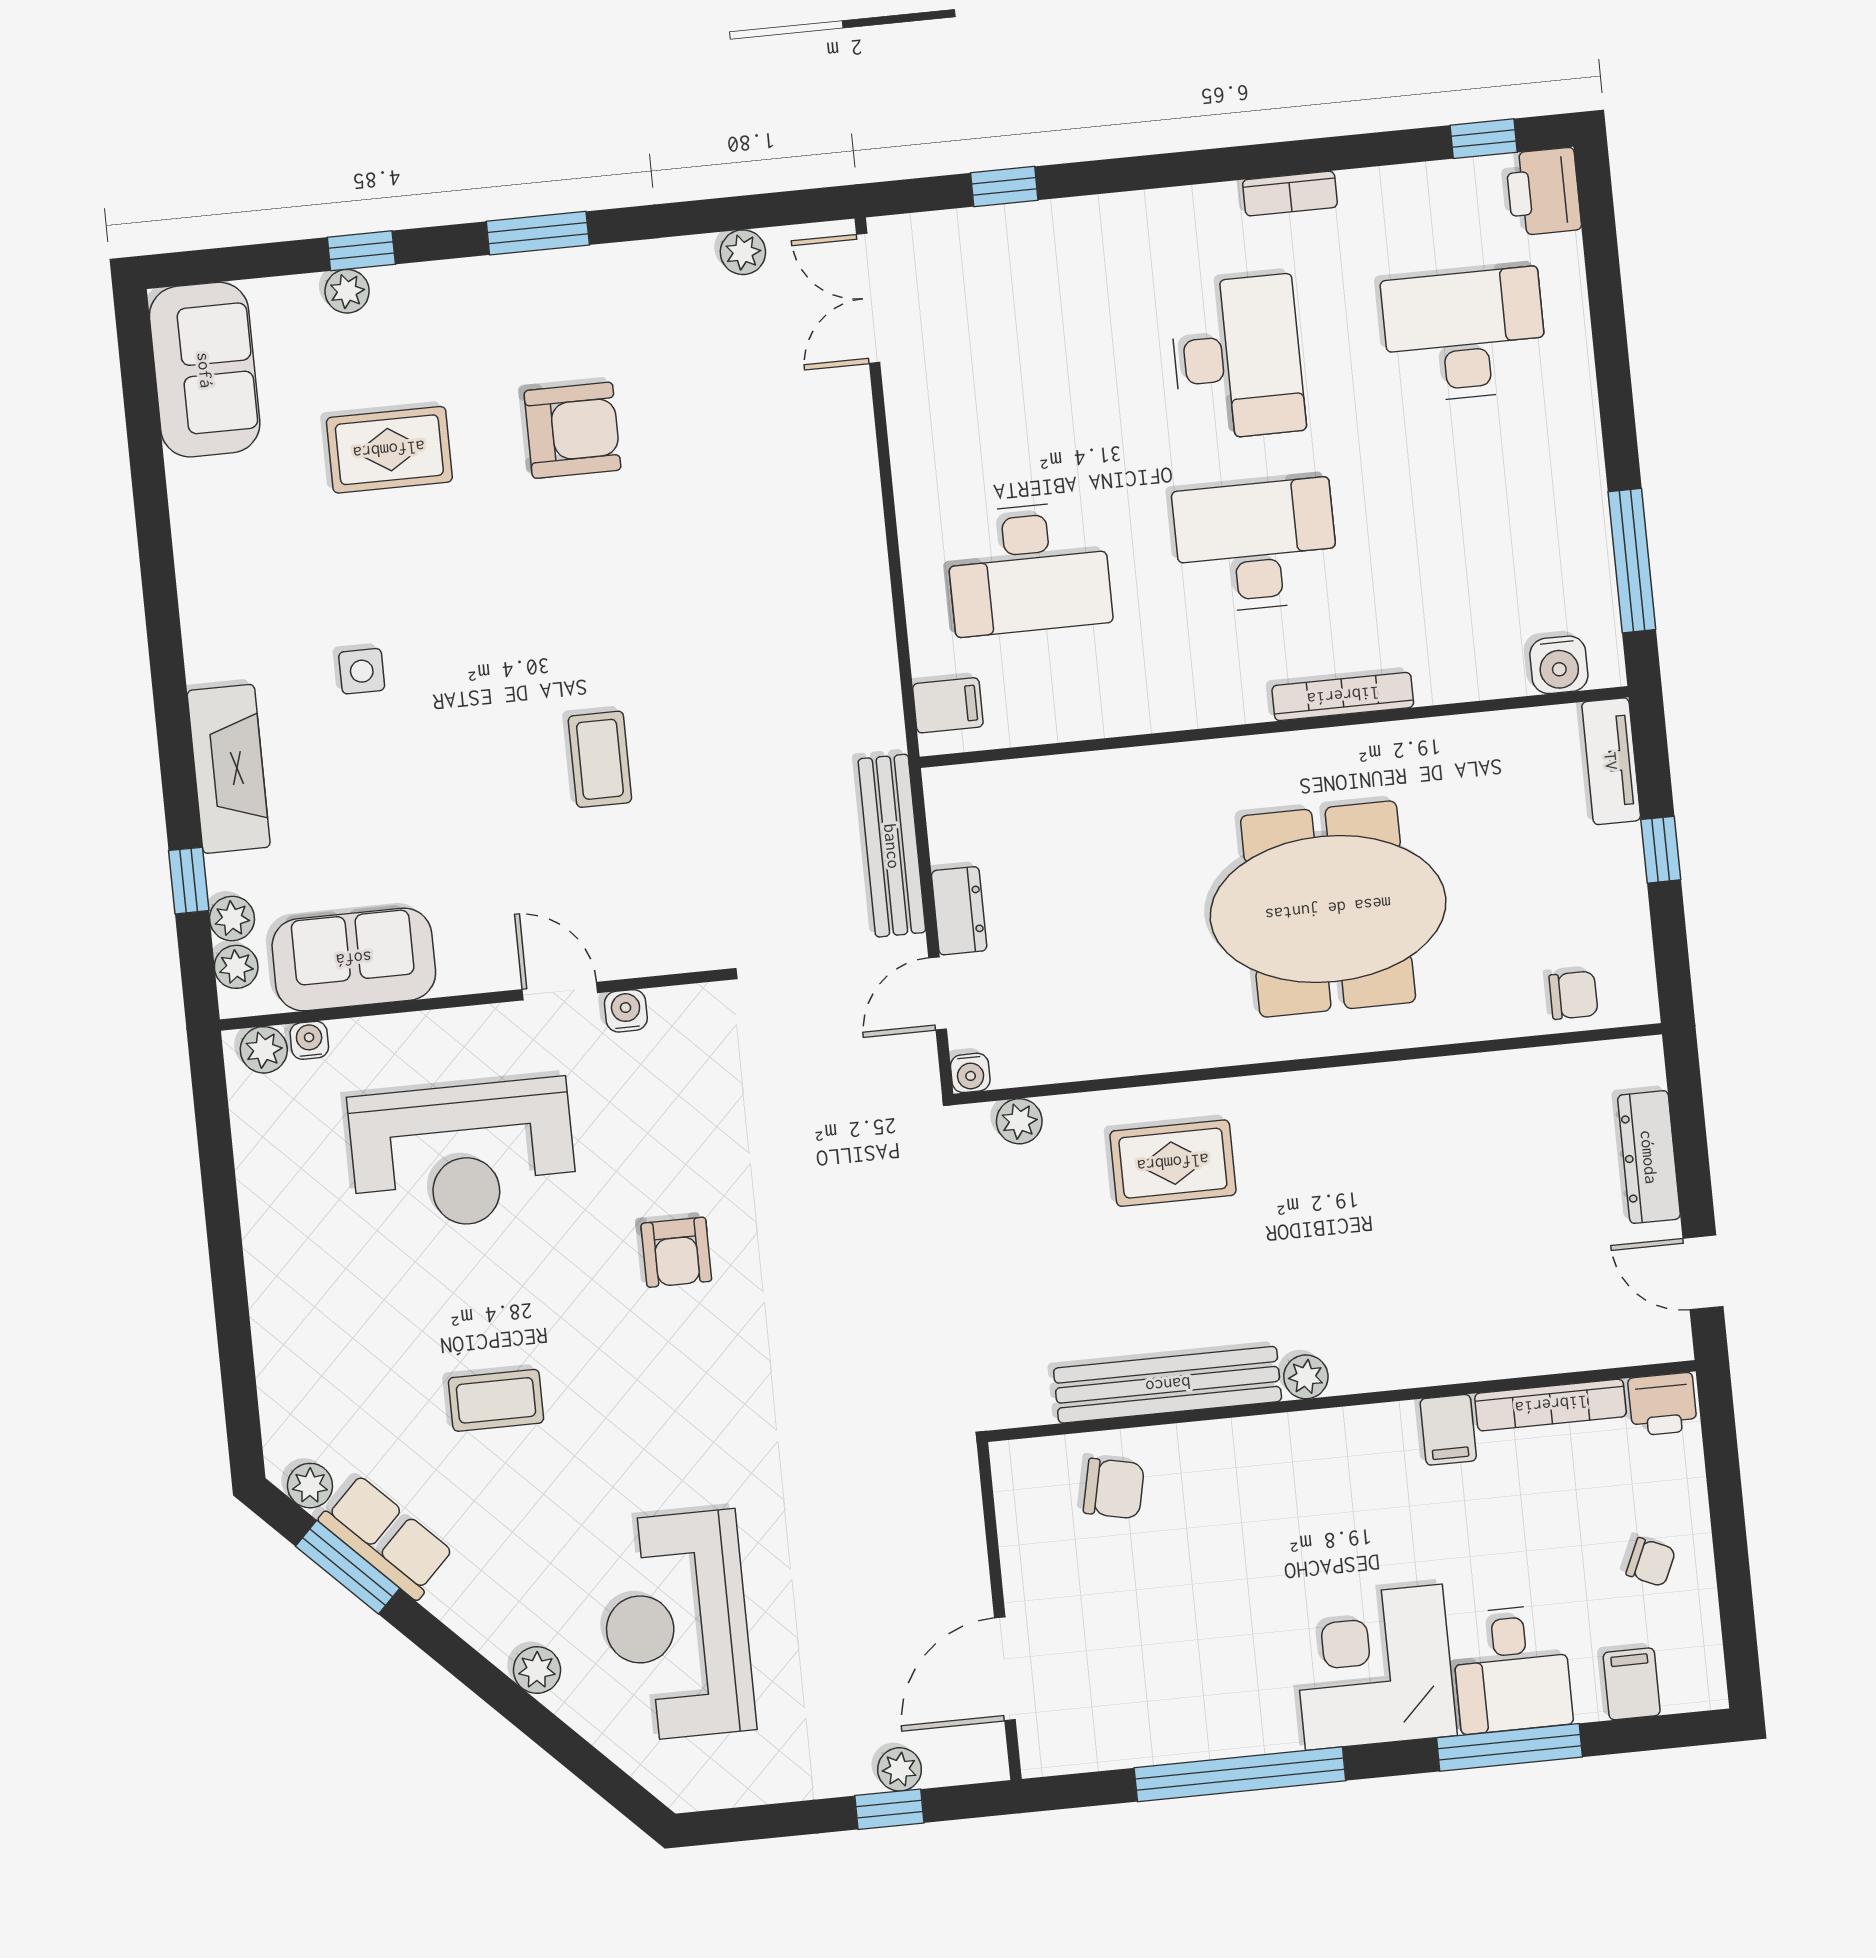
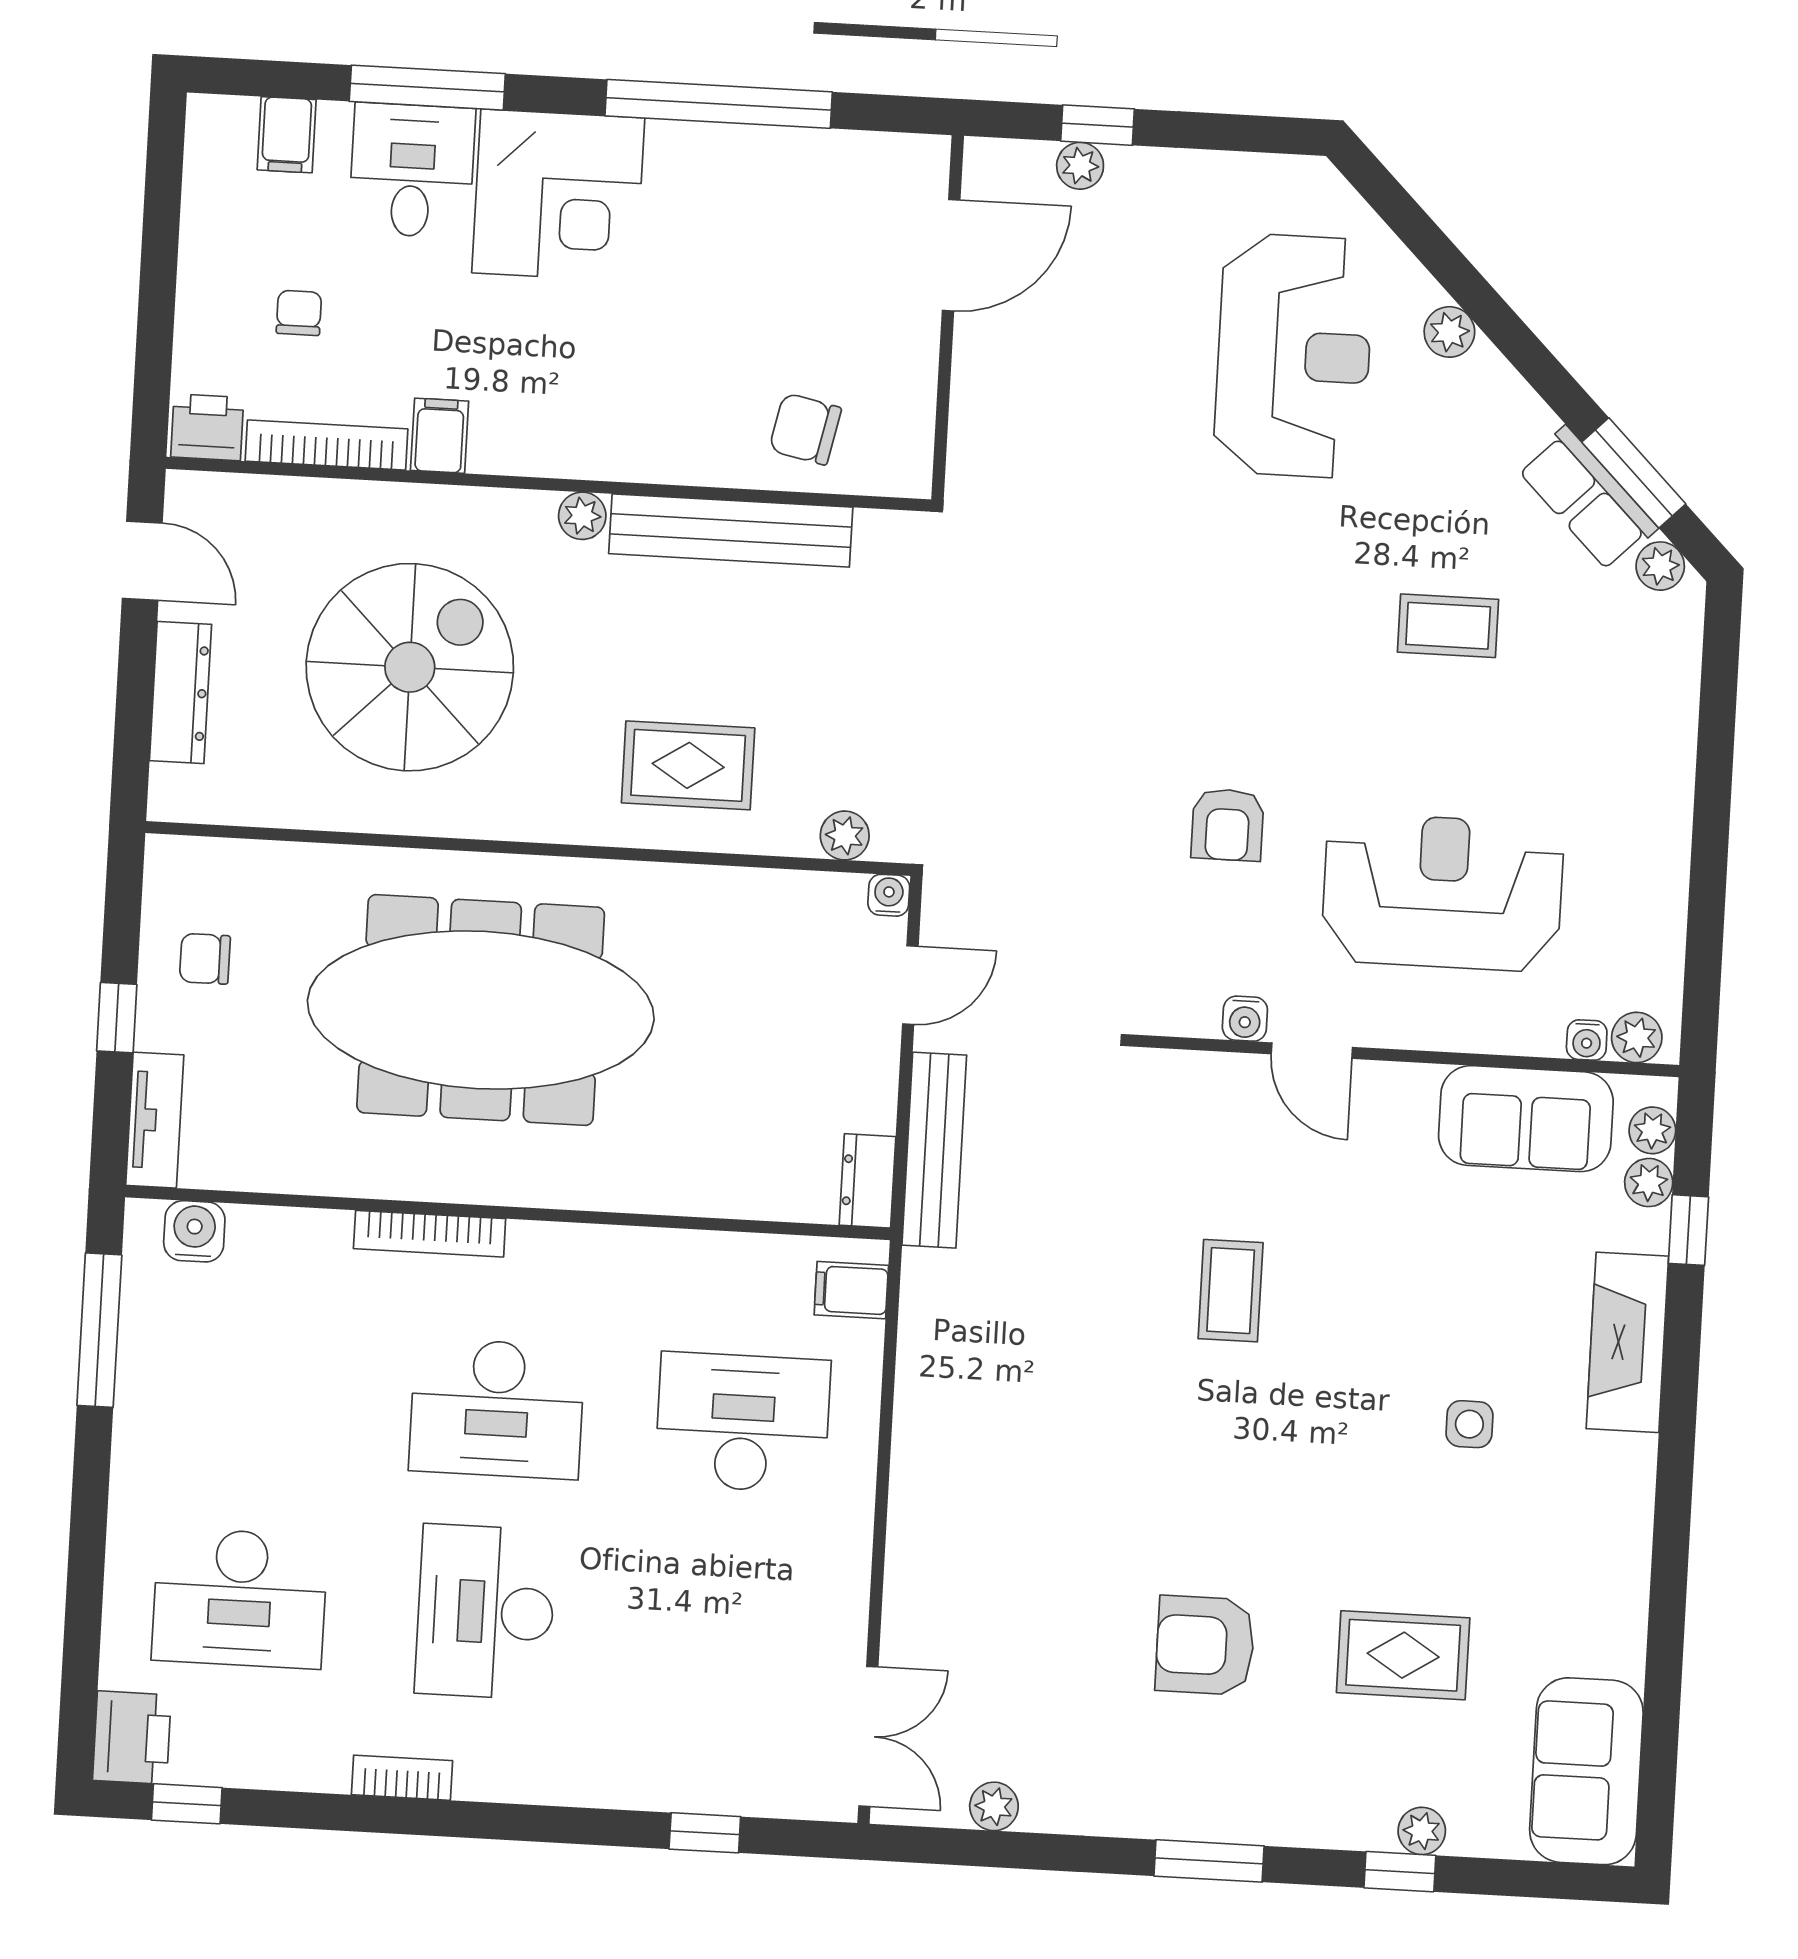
meeting table: (1328, 909) -> (481, 1010), width x1.36
dresser: (959, 911) -> (867, 1181), moved
chair: (1573, 995) -> (205, 959), moved
spiral stairs: (1442, 1213) -> (410, 667), added
armchair: (676, 1252) -> (1228, 825), moved, turned 180
chair: (1651, 1562) -> (299, 313), moved, turned 66

